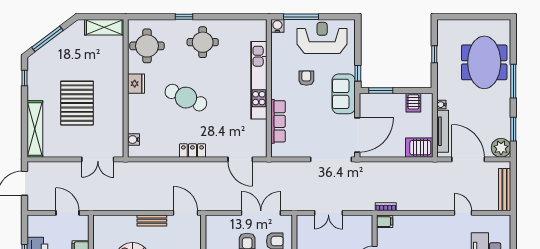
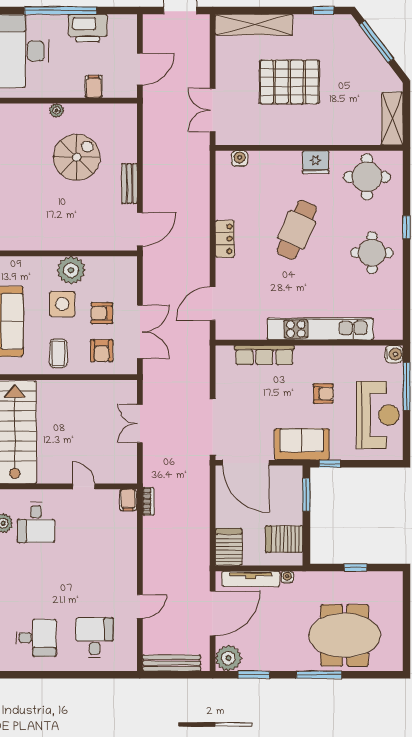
server rack: (413, 103) -> (284, 539), width x1.36, depth x1.44

